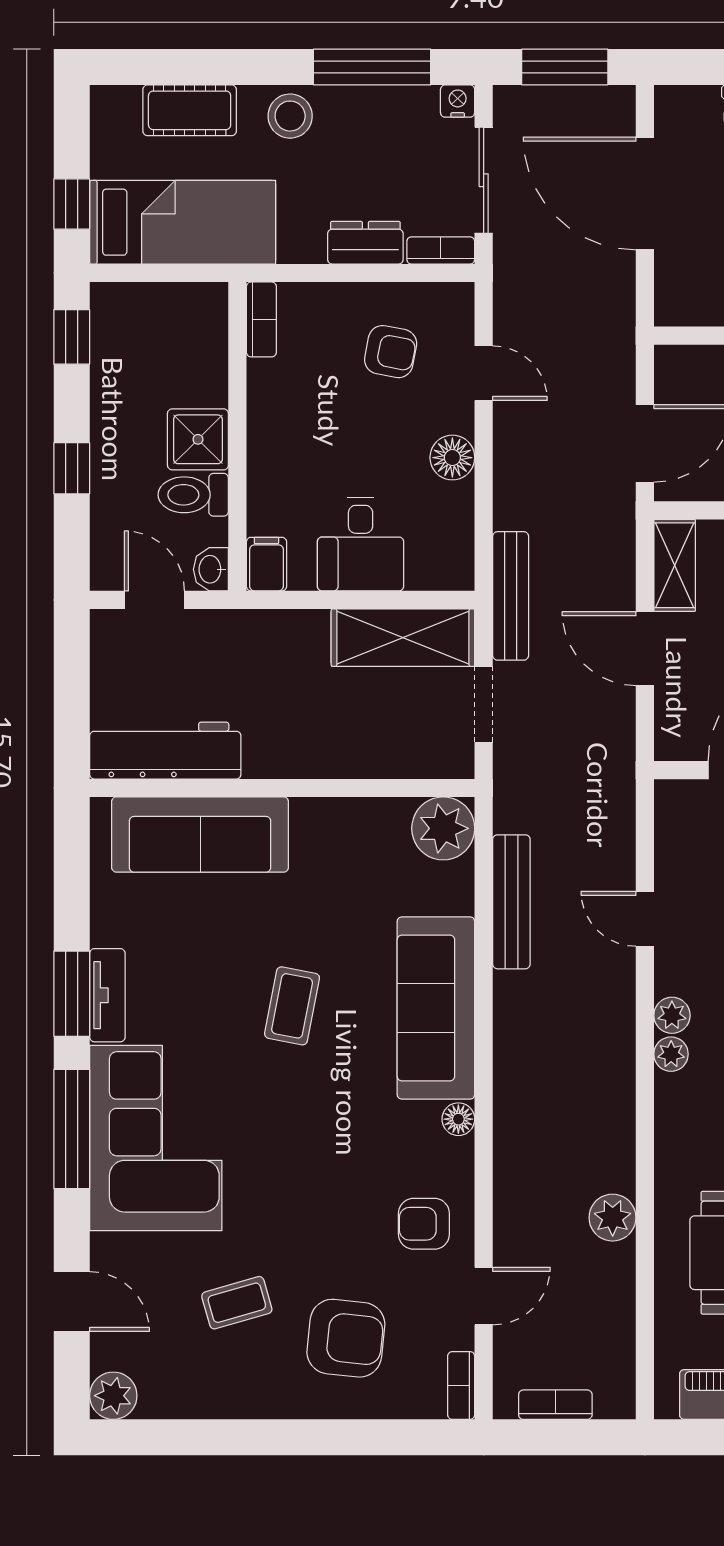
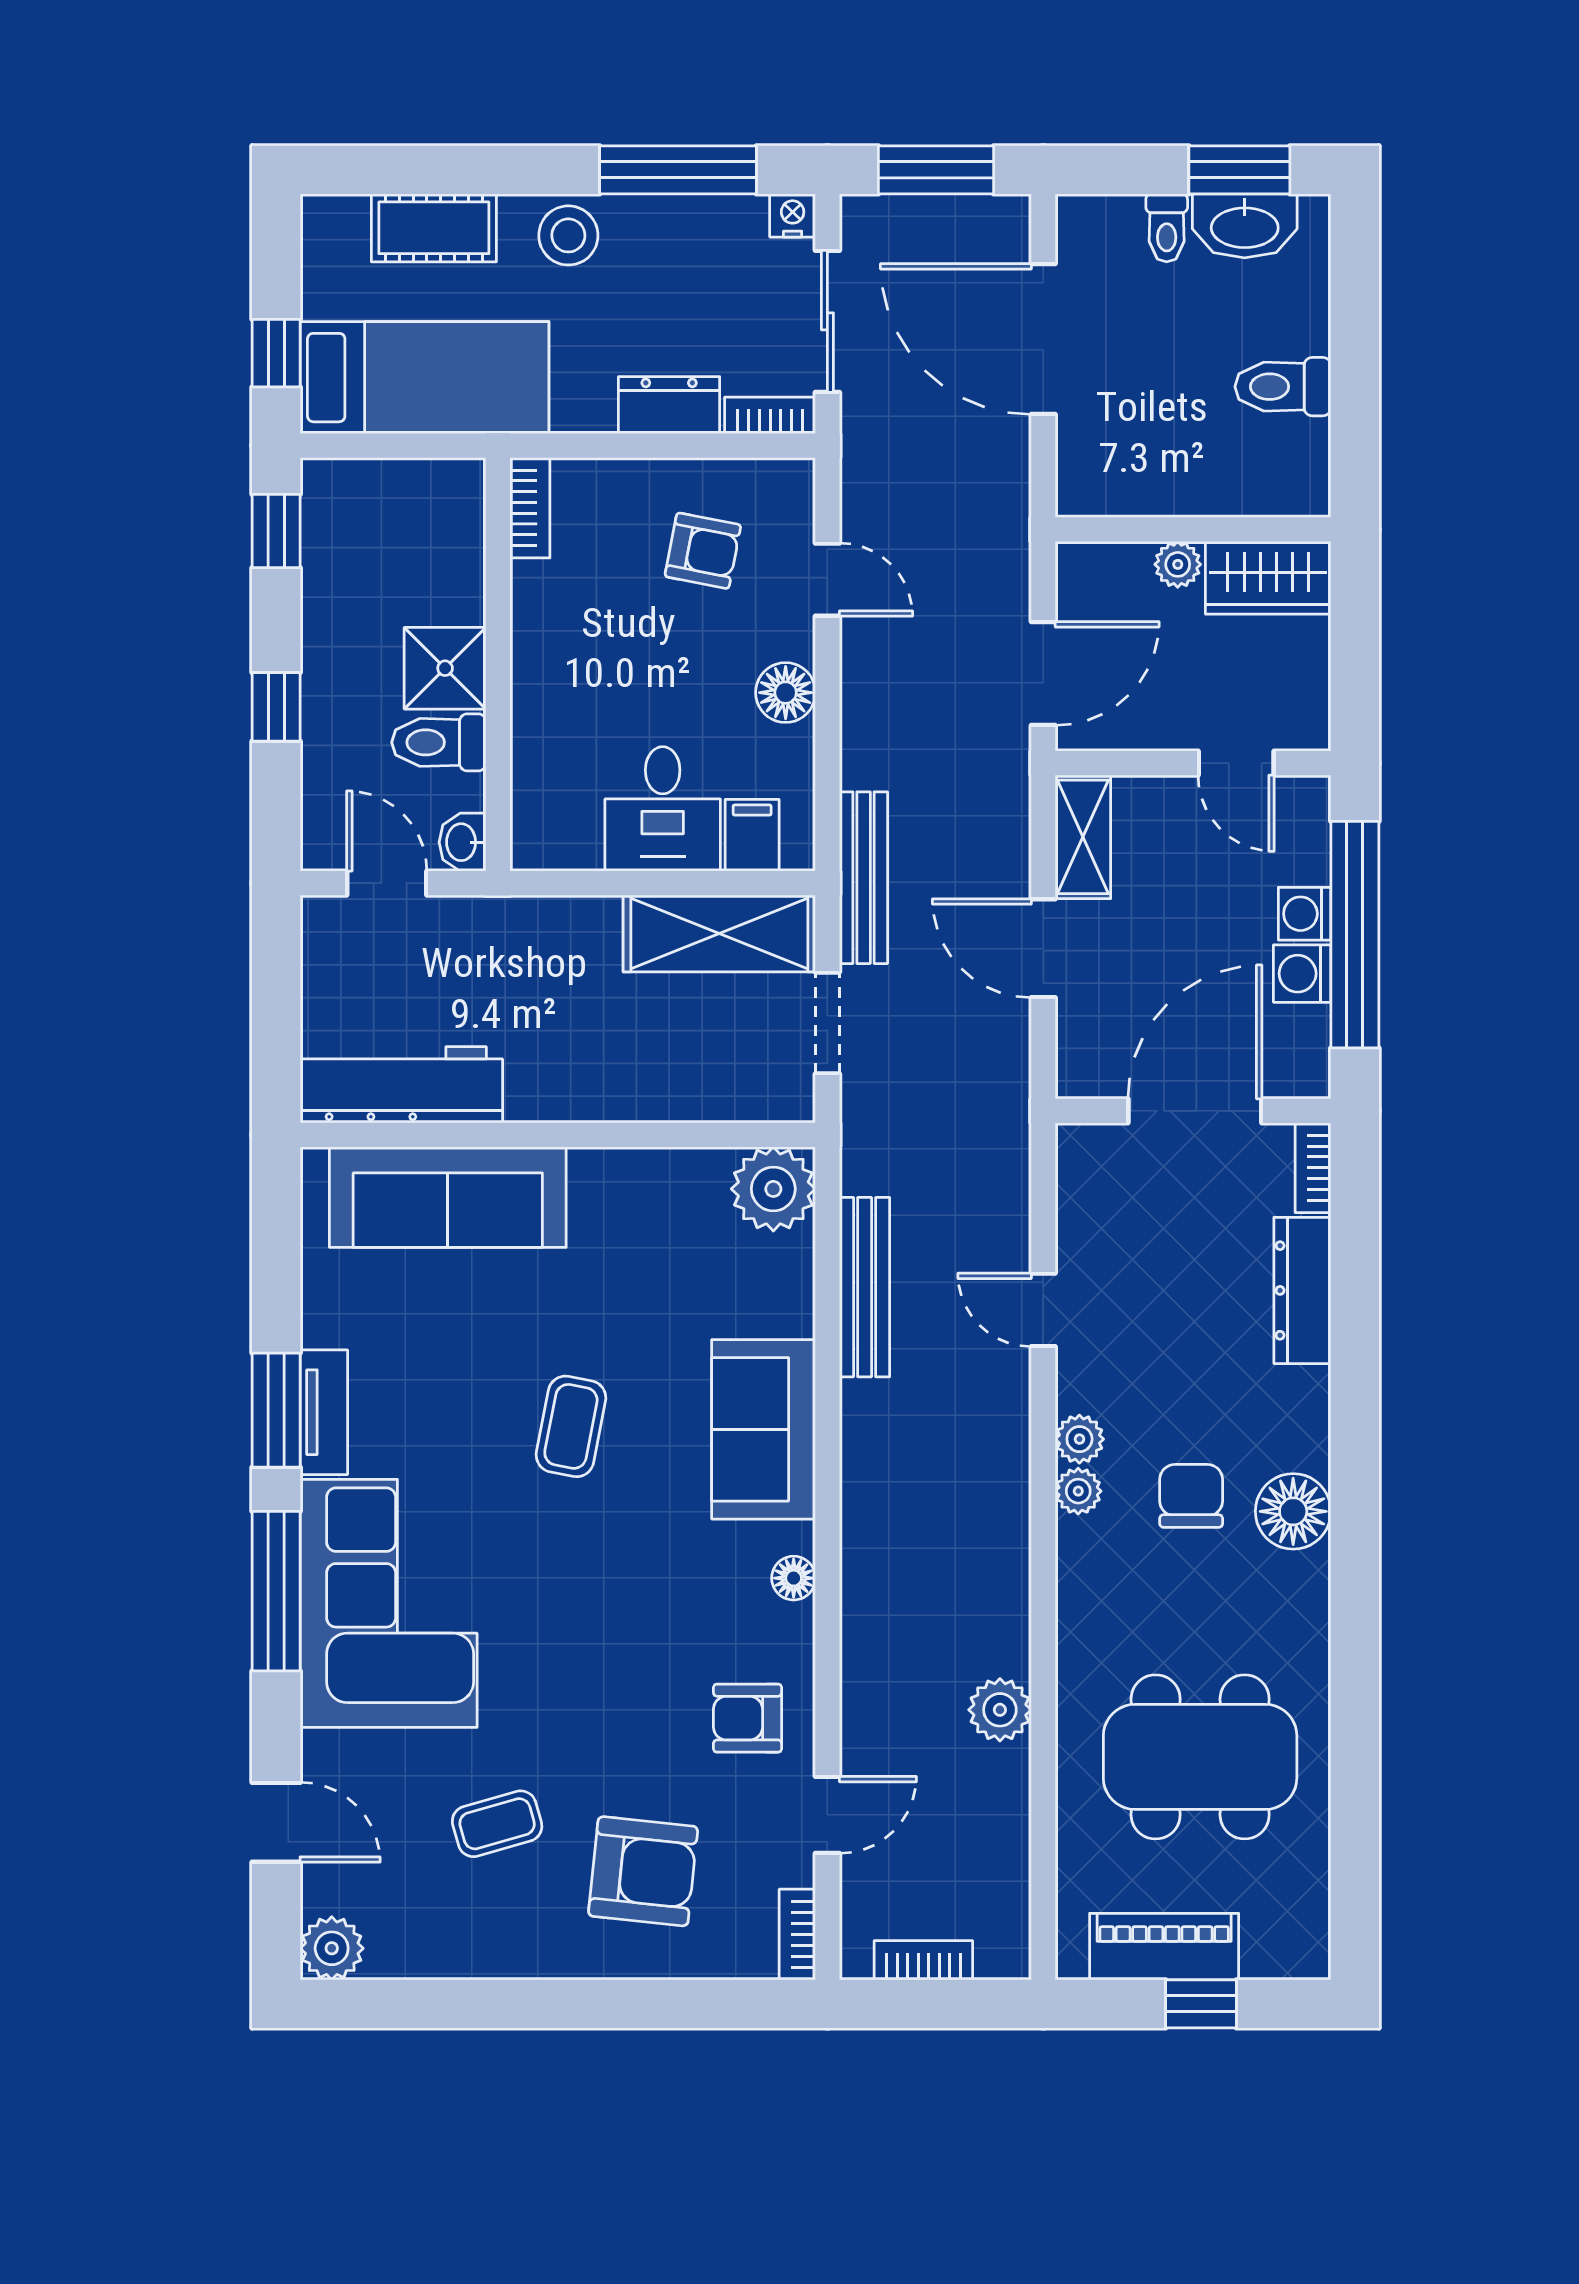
filing cabinet: (266, 564) -> (752, 835), moved
sofa: (436, 1008) -> (764, 1429), width x0.73

